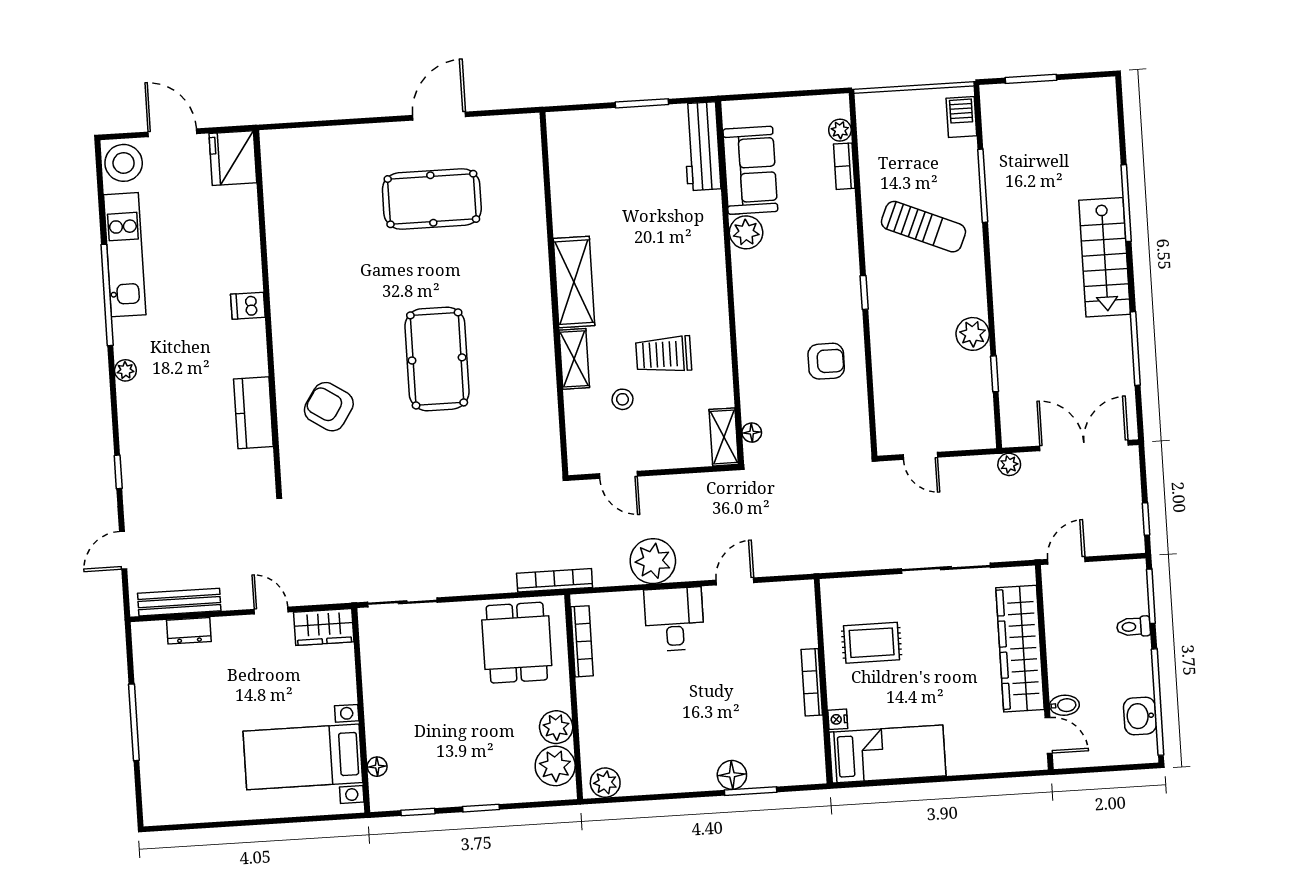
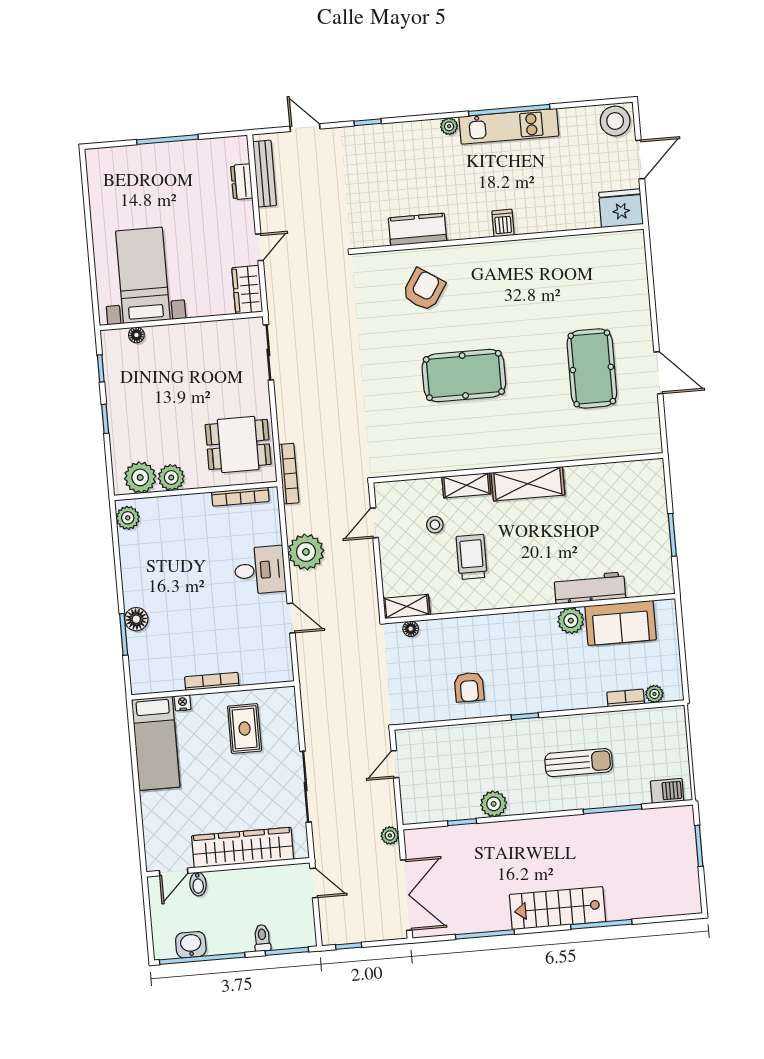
workbench: (702, 146) -> (590, 588), moved
sun lounger: (923, 227) -> (579, 763), turned -113
kitchen unit: (125, 255) -> (509, 126), moved

